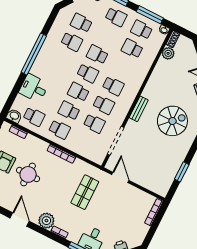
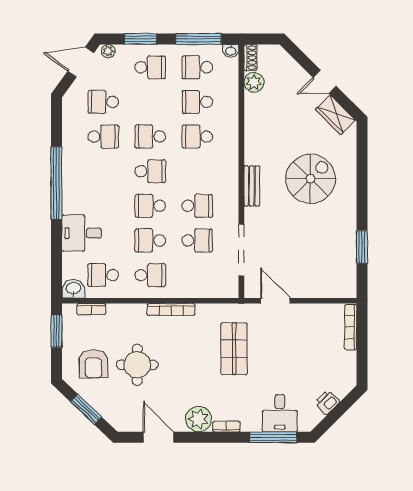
school desk: (113, 86) -> (197, 137), moved, turned 180
school desk: (34, 117) -> (103, 275), turned 180

